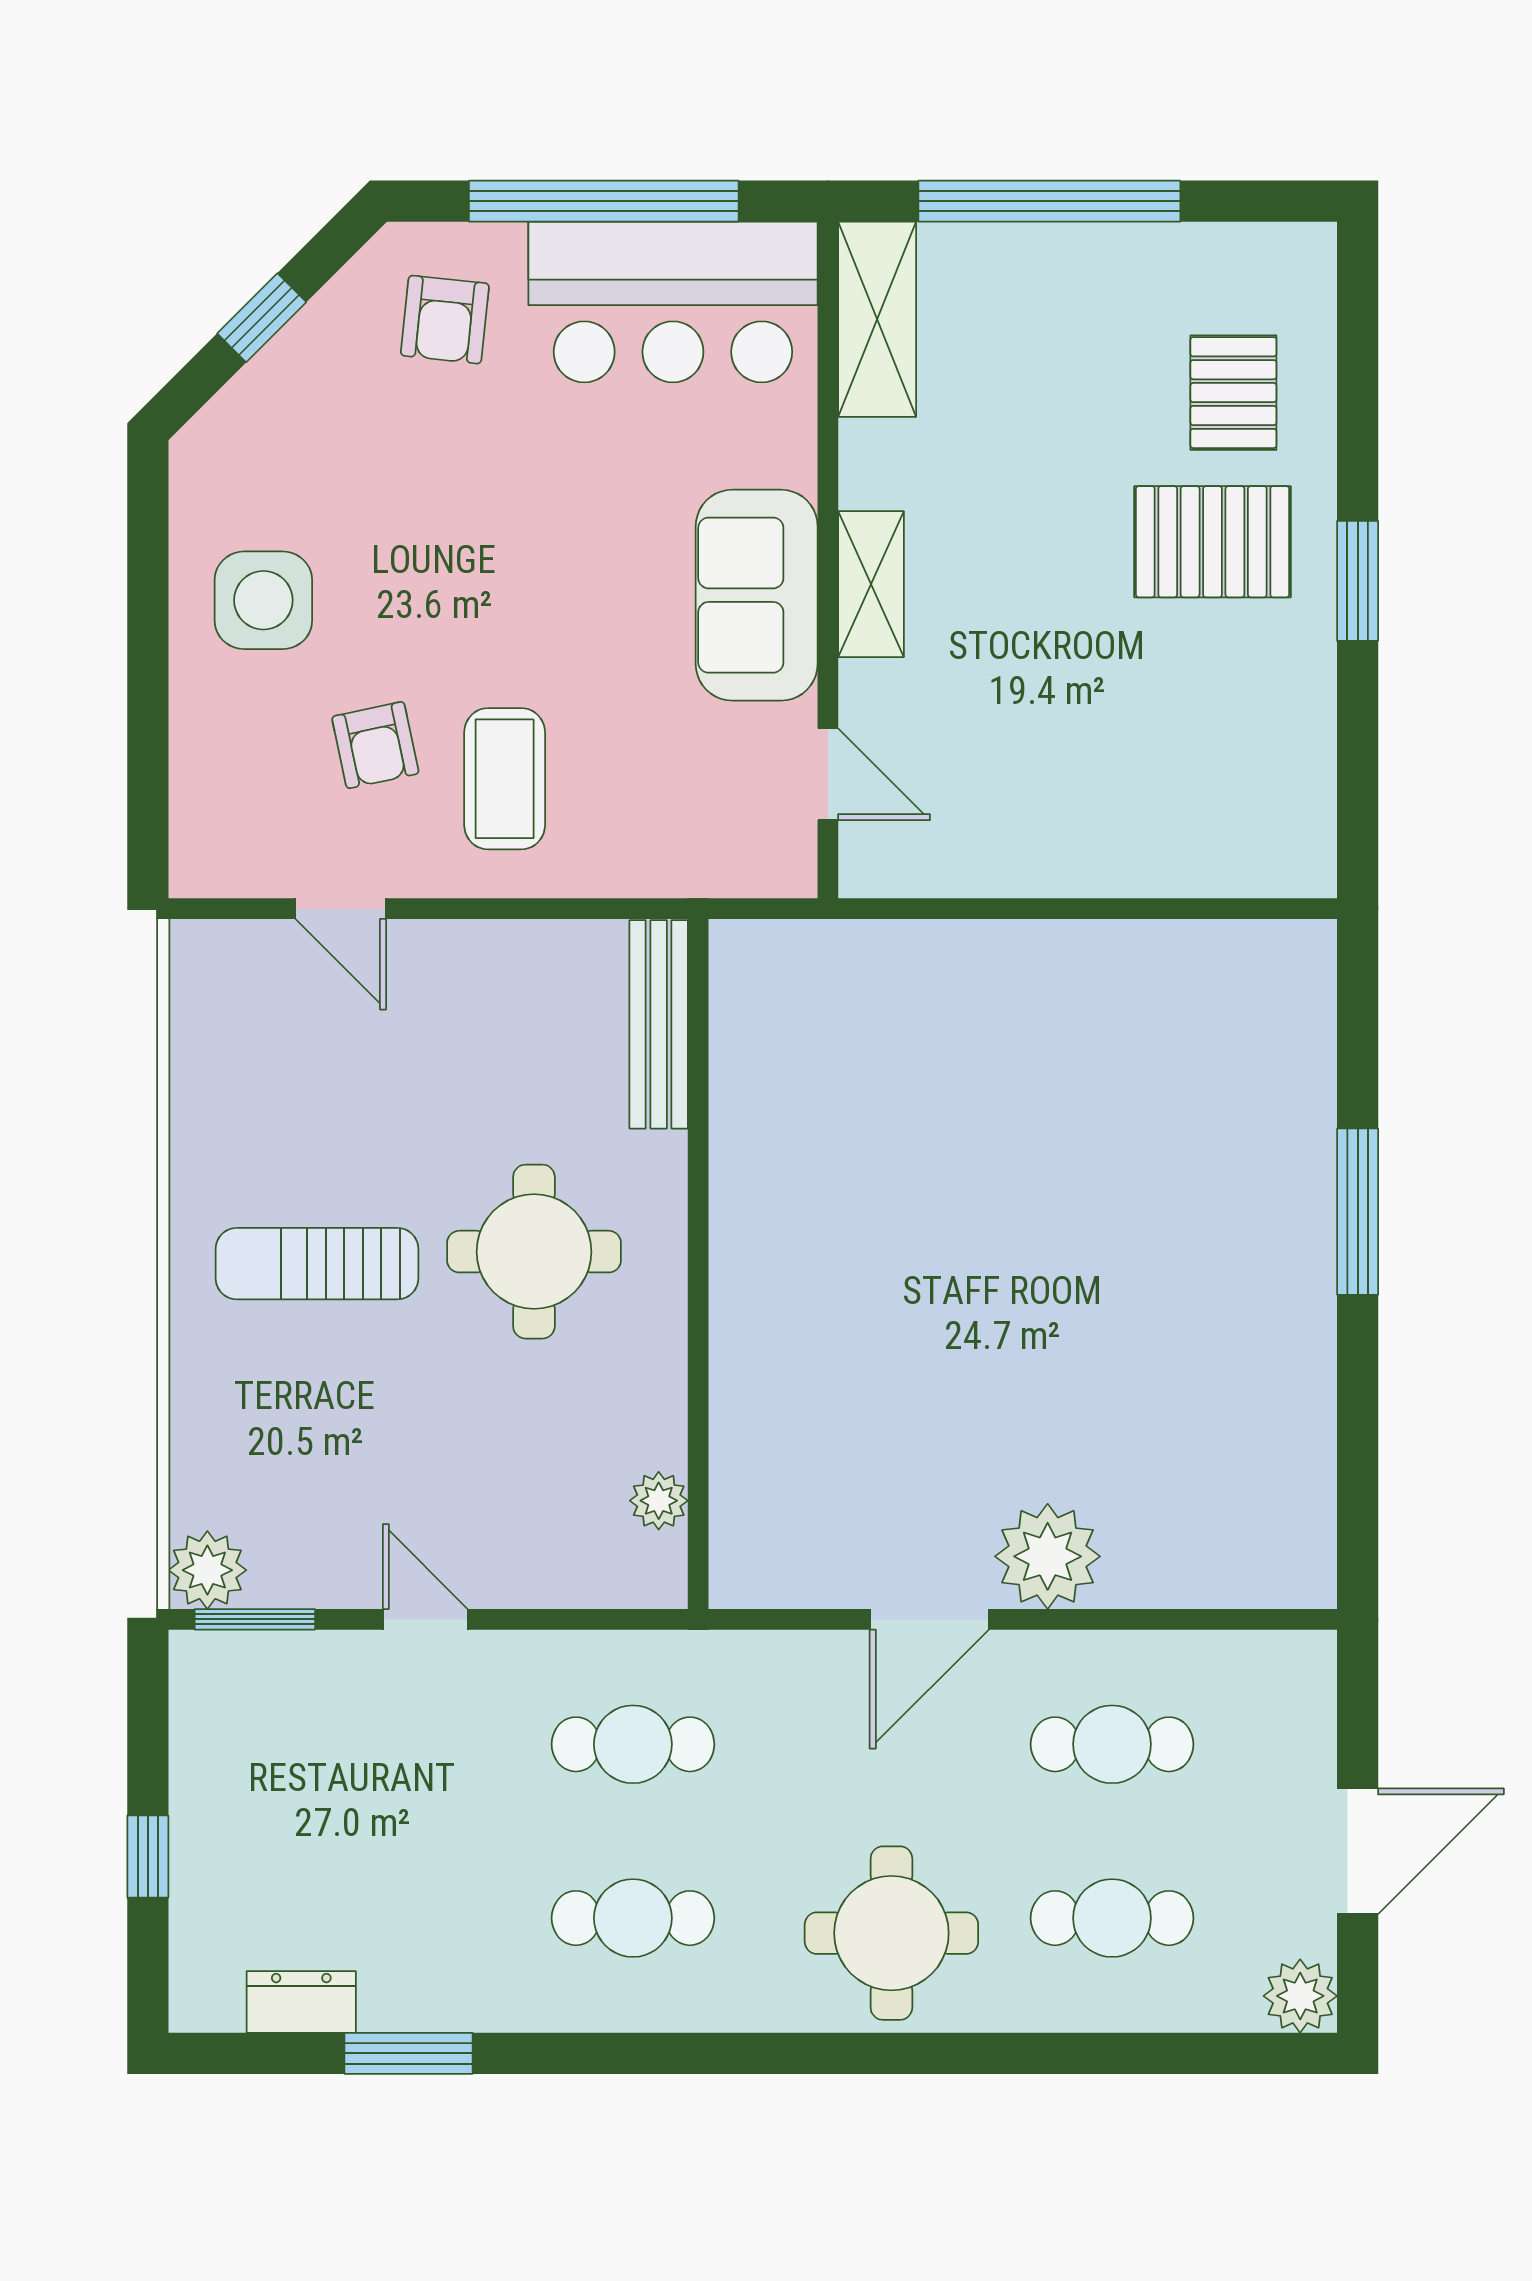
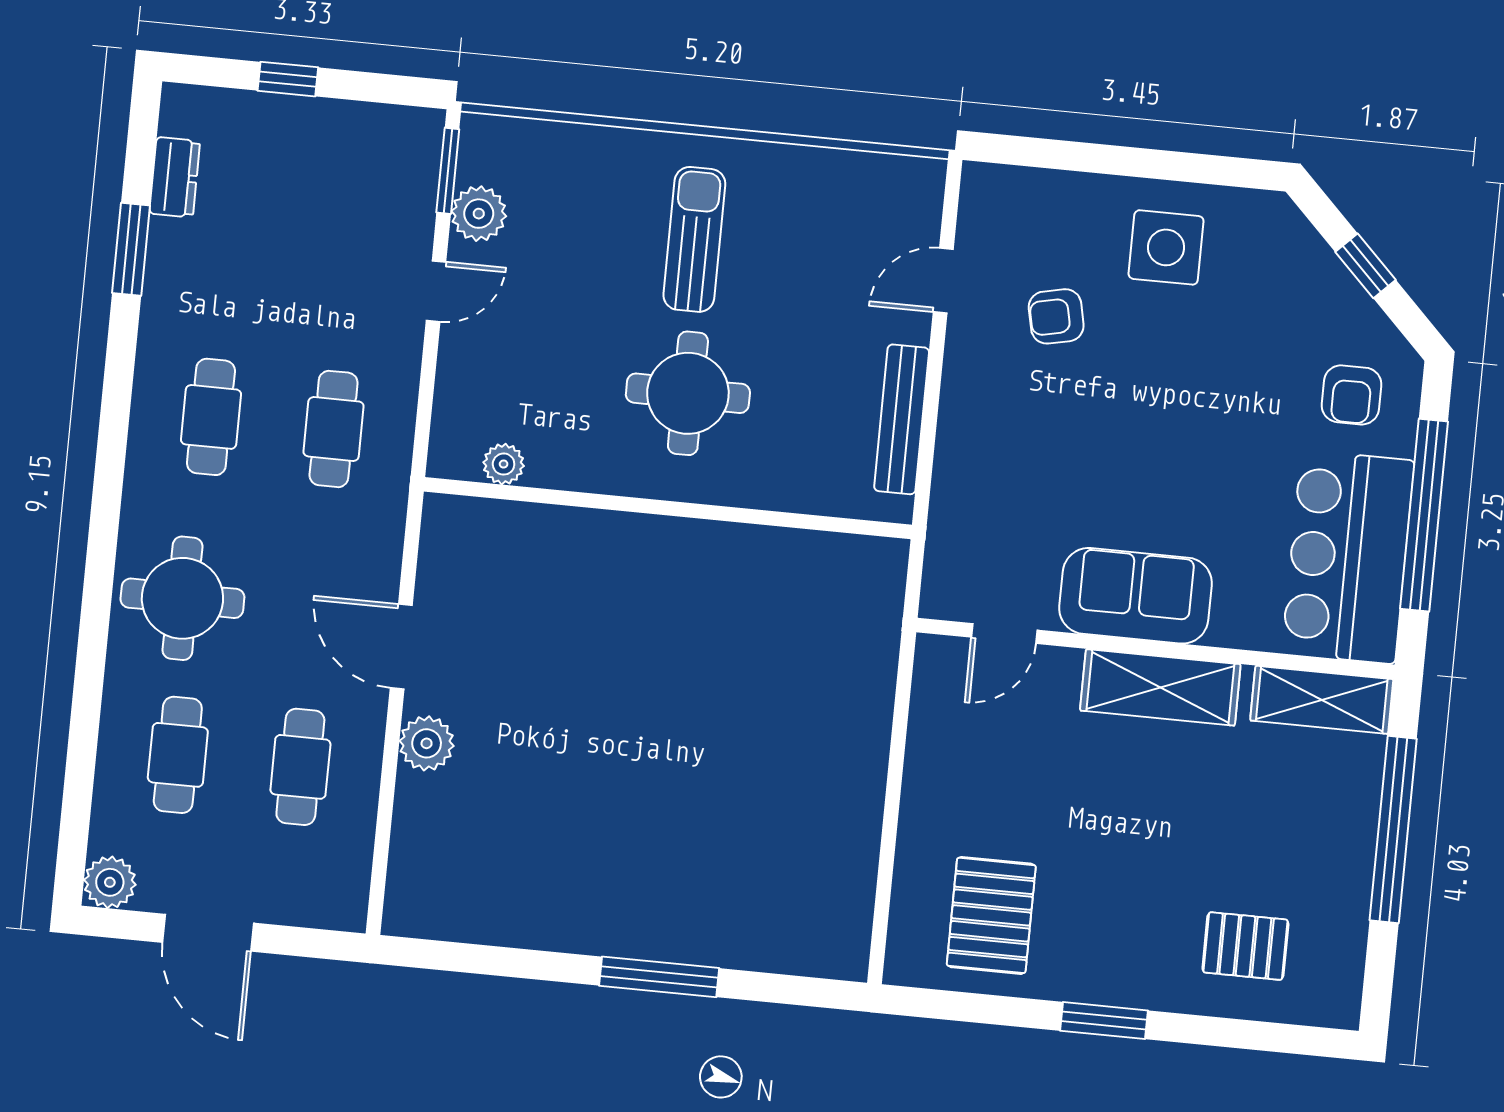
armchair: (445, 320) -> (1351, 395), turned -96
pallet: (1213, 542) -> (991, 915), moved
shelving: (871, 584) -> (1160, 687), width x1.50, depth x1.33
coffee table: (505, 779) -> (1023, 405), removed
bench: (659, 1024) -> (902, 419), moved, turned 90
plant: (1048, 1556) -> (427, 743), width x0.73, depth x0.73
plant: (207, 1570) -> (479, 214), moved

